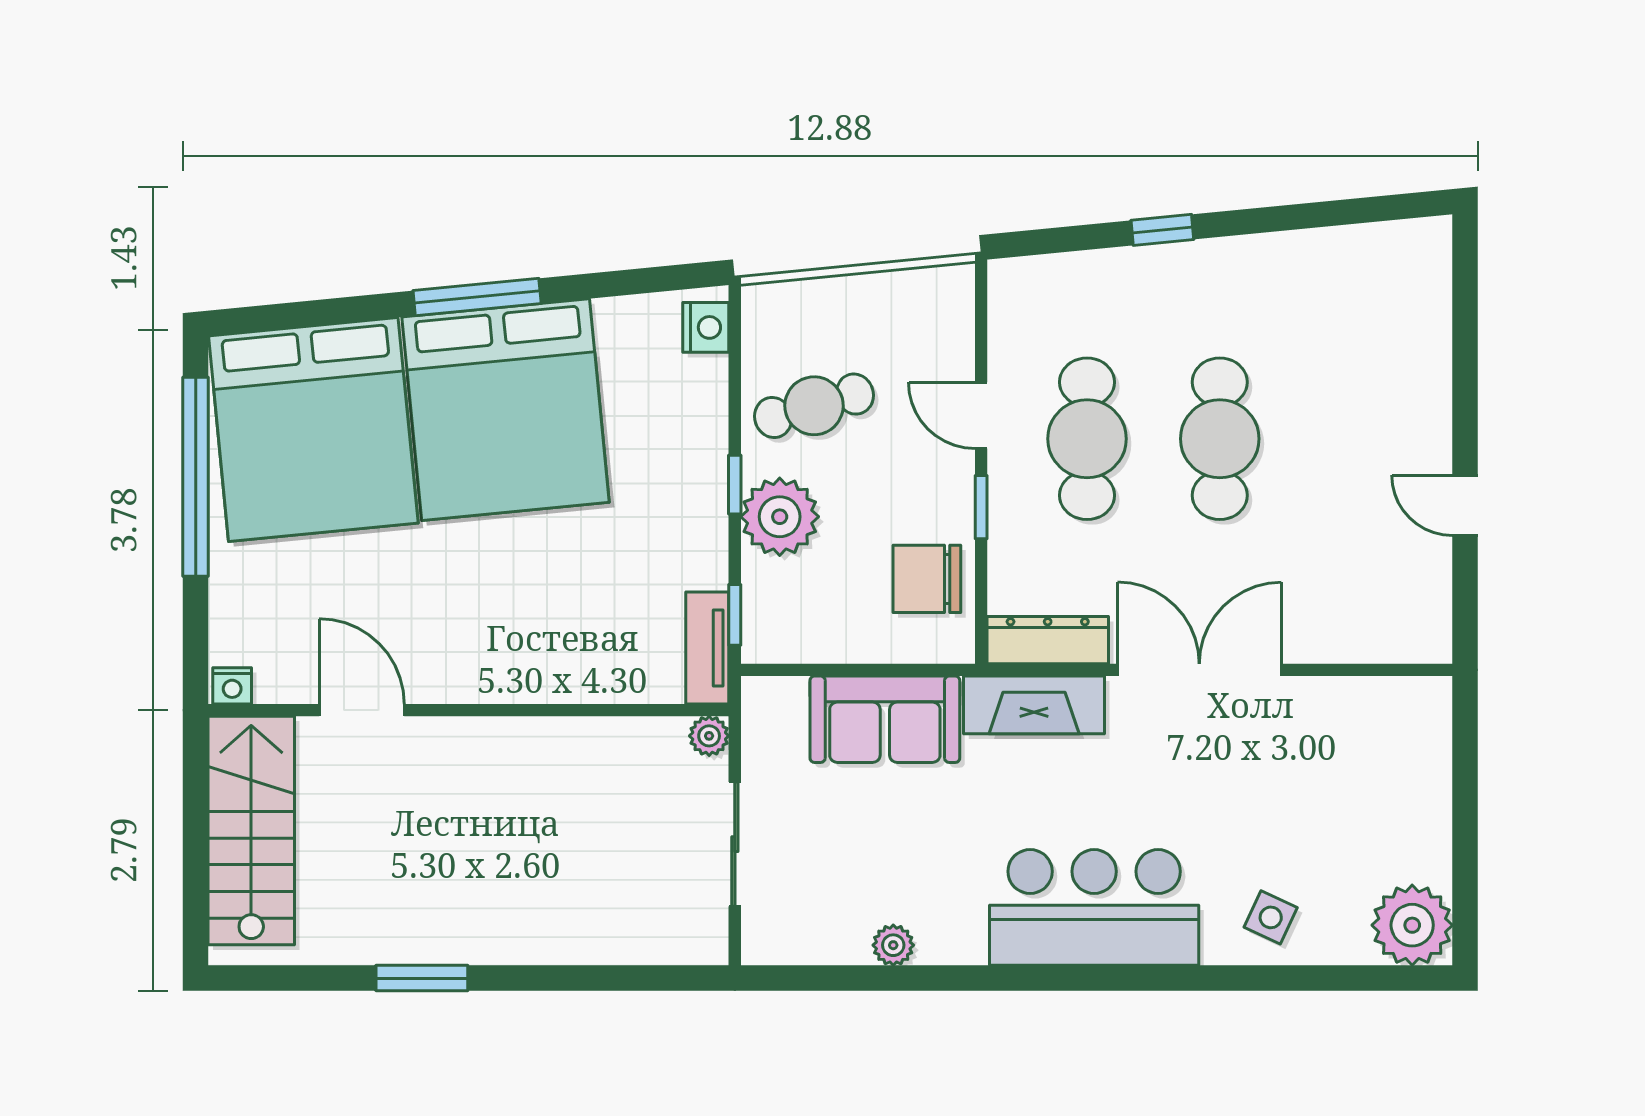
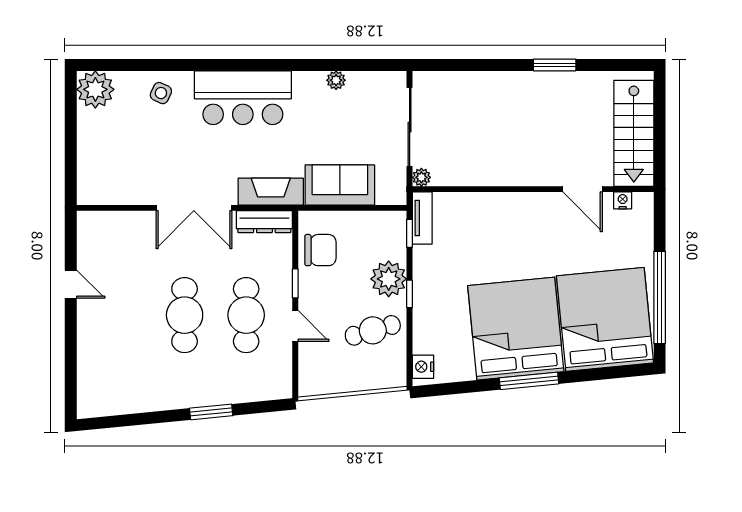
window: (1162, 230) -> (211, 412), width x1.50
nightstand: (232, 686) -> (623, 200), moved
sliding door: (735, 844) -> (410, 127), width x1.37

